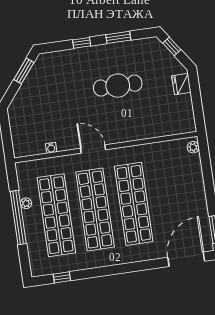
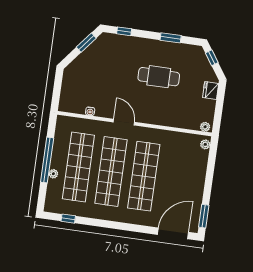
window: (82, 43) -> (124, 31), moved
plant: (187, 127) -> (205, 127), added
plant: (26, 203) -> (53, 174), moved

